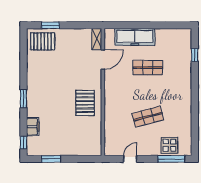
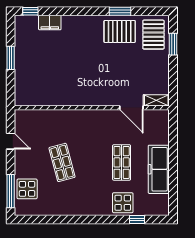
freezer: (135, 37) -> (159, 169), moved
display table: (181, 67) -> (123, 203), added
window: (23, 99) -> (120, 11), moved
pallet: (85, 103) -> (120, 31), moved
window: (51, 159) -> (11, 58), moved

